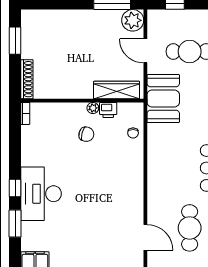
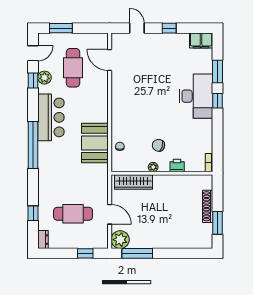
shoe rack: (27, 79) -> (208, 206), moved
booth: (163, 98) -> (95, 143), moved
printer: (108, 110) -> (177, 165), moved

